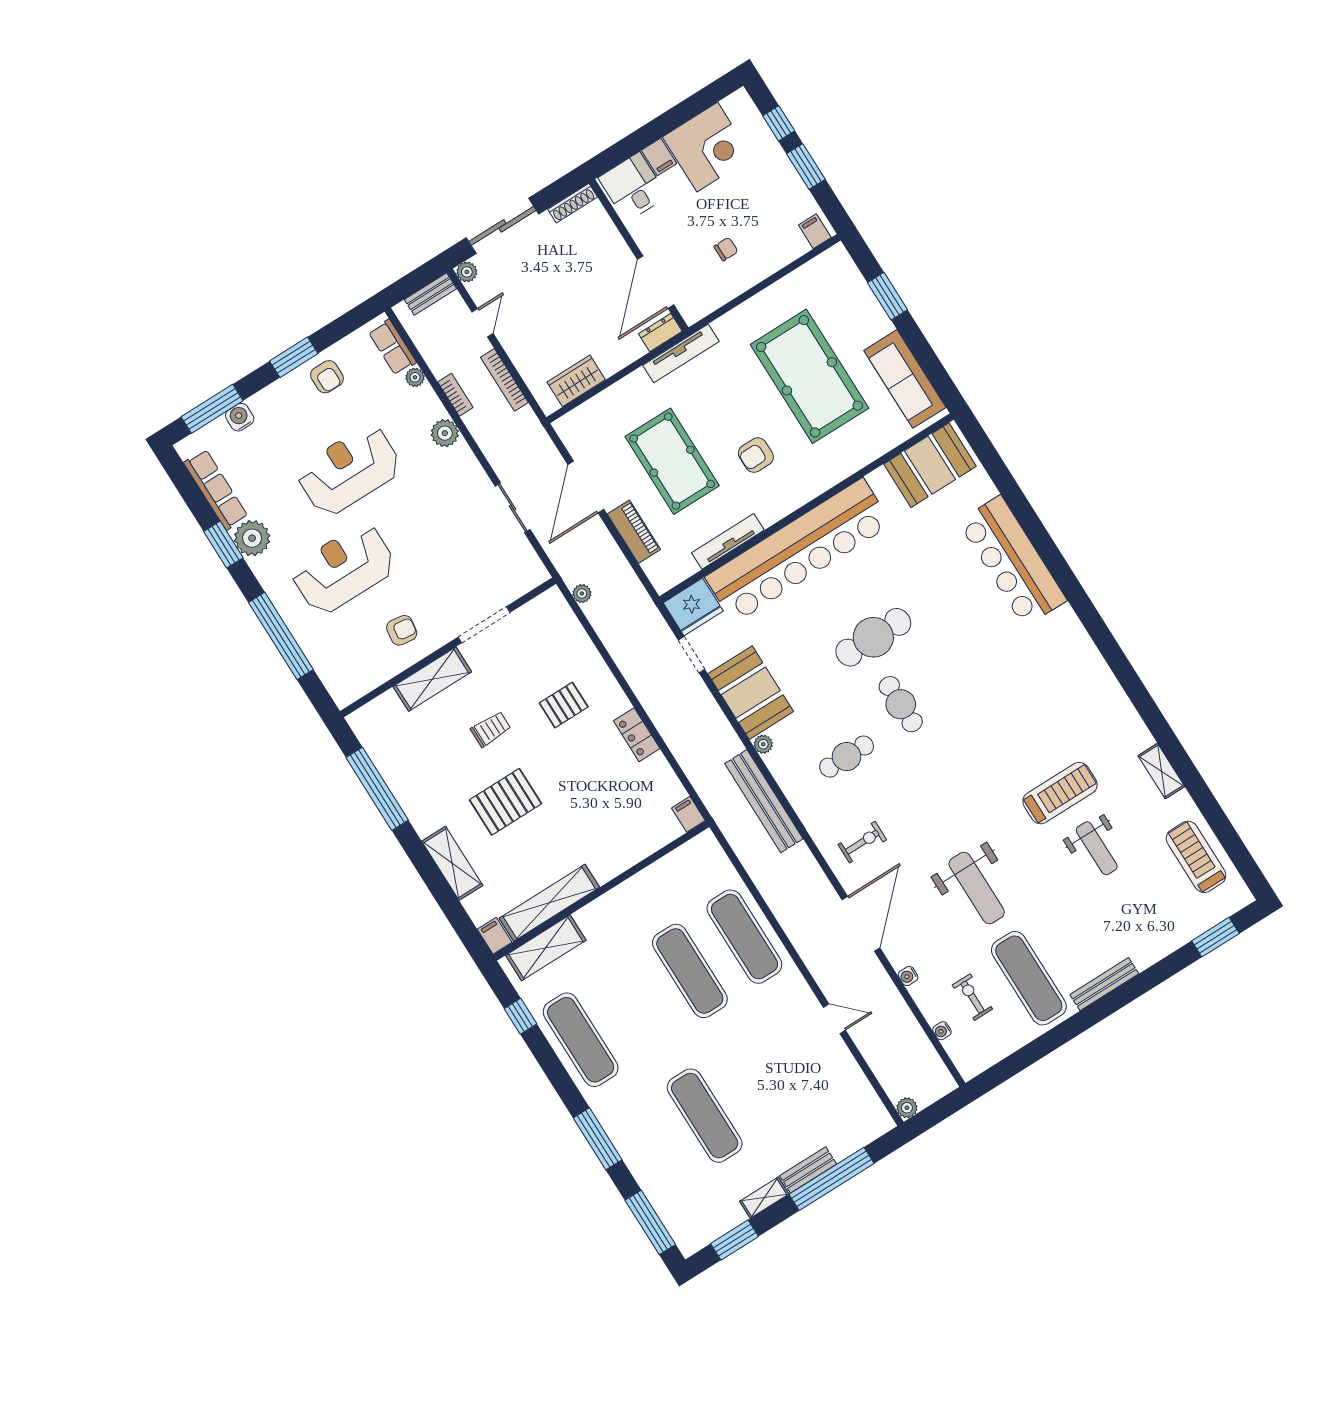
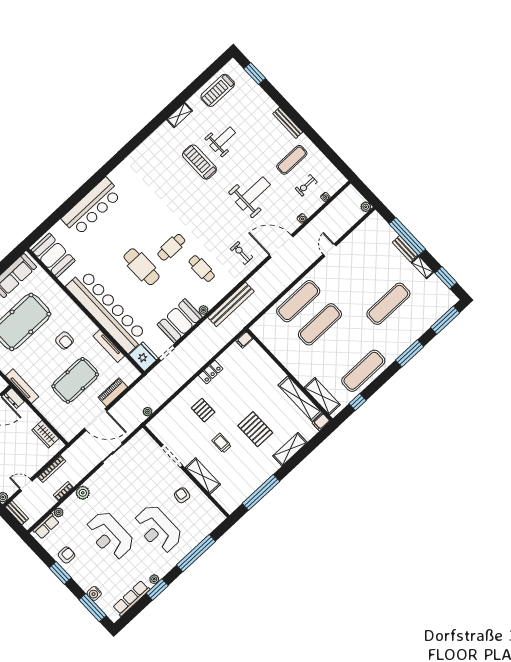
plant: (252, 538) -> (154, 579), width x0.53, depth x0.53
exercise mat: (1029, 978) -> (292, 160), width x0.73, depth x0.69

